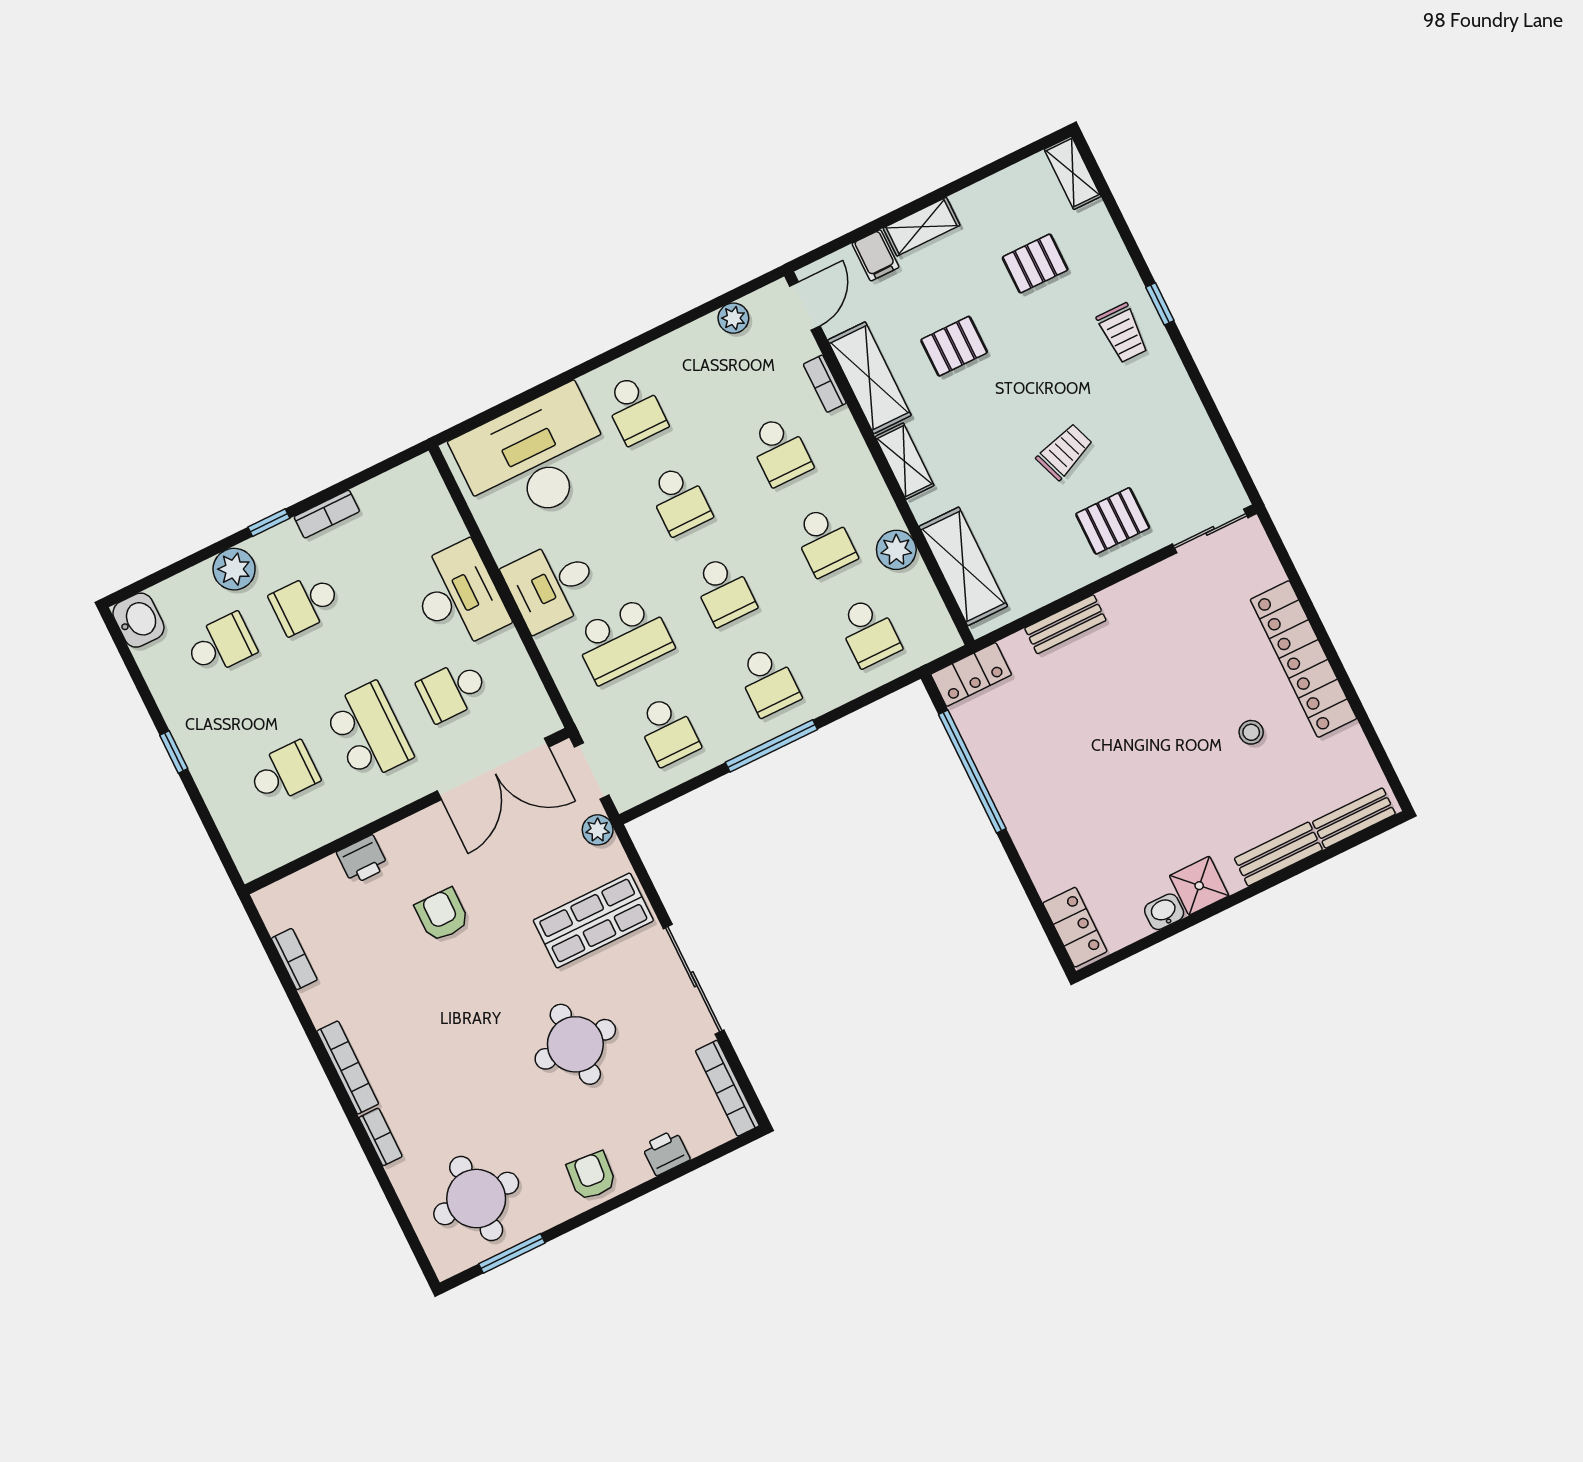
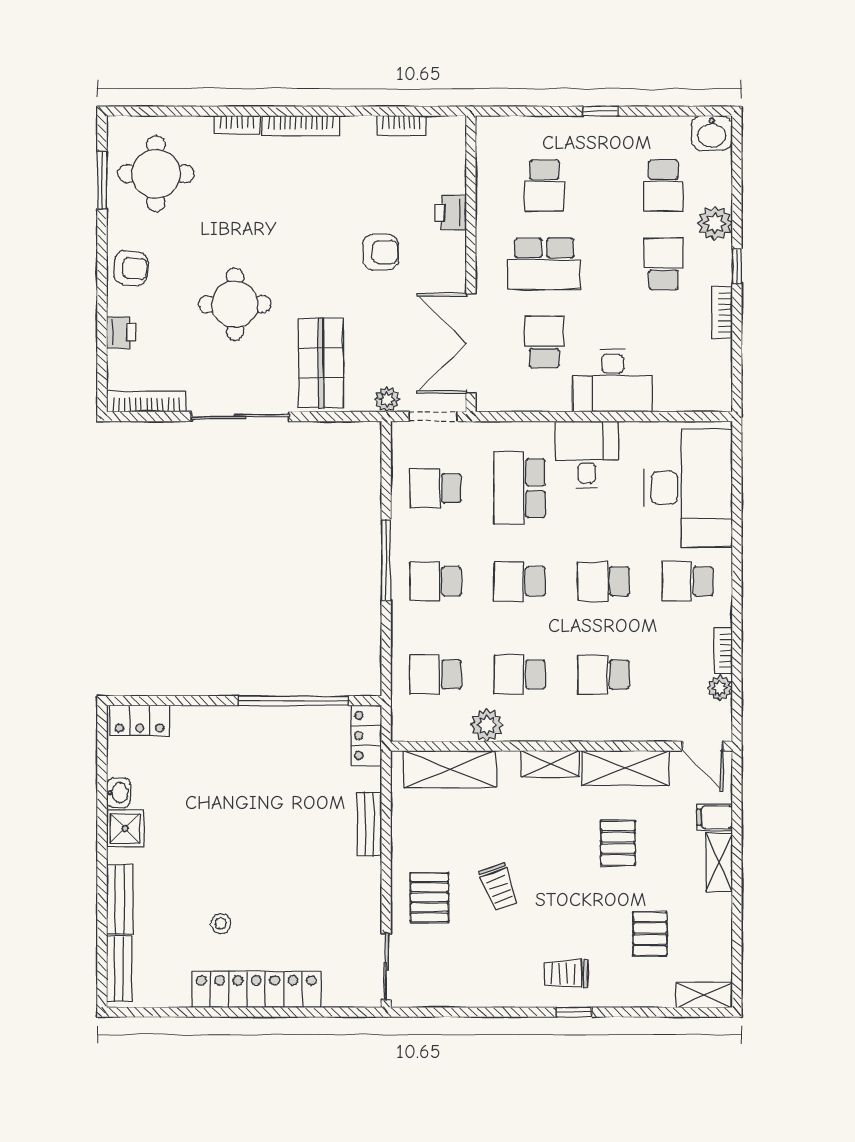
bookcase: (825, 384) -> (723, 651), moved, turned -90

